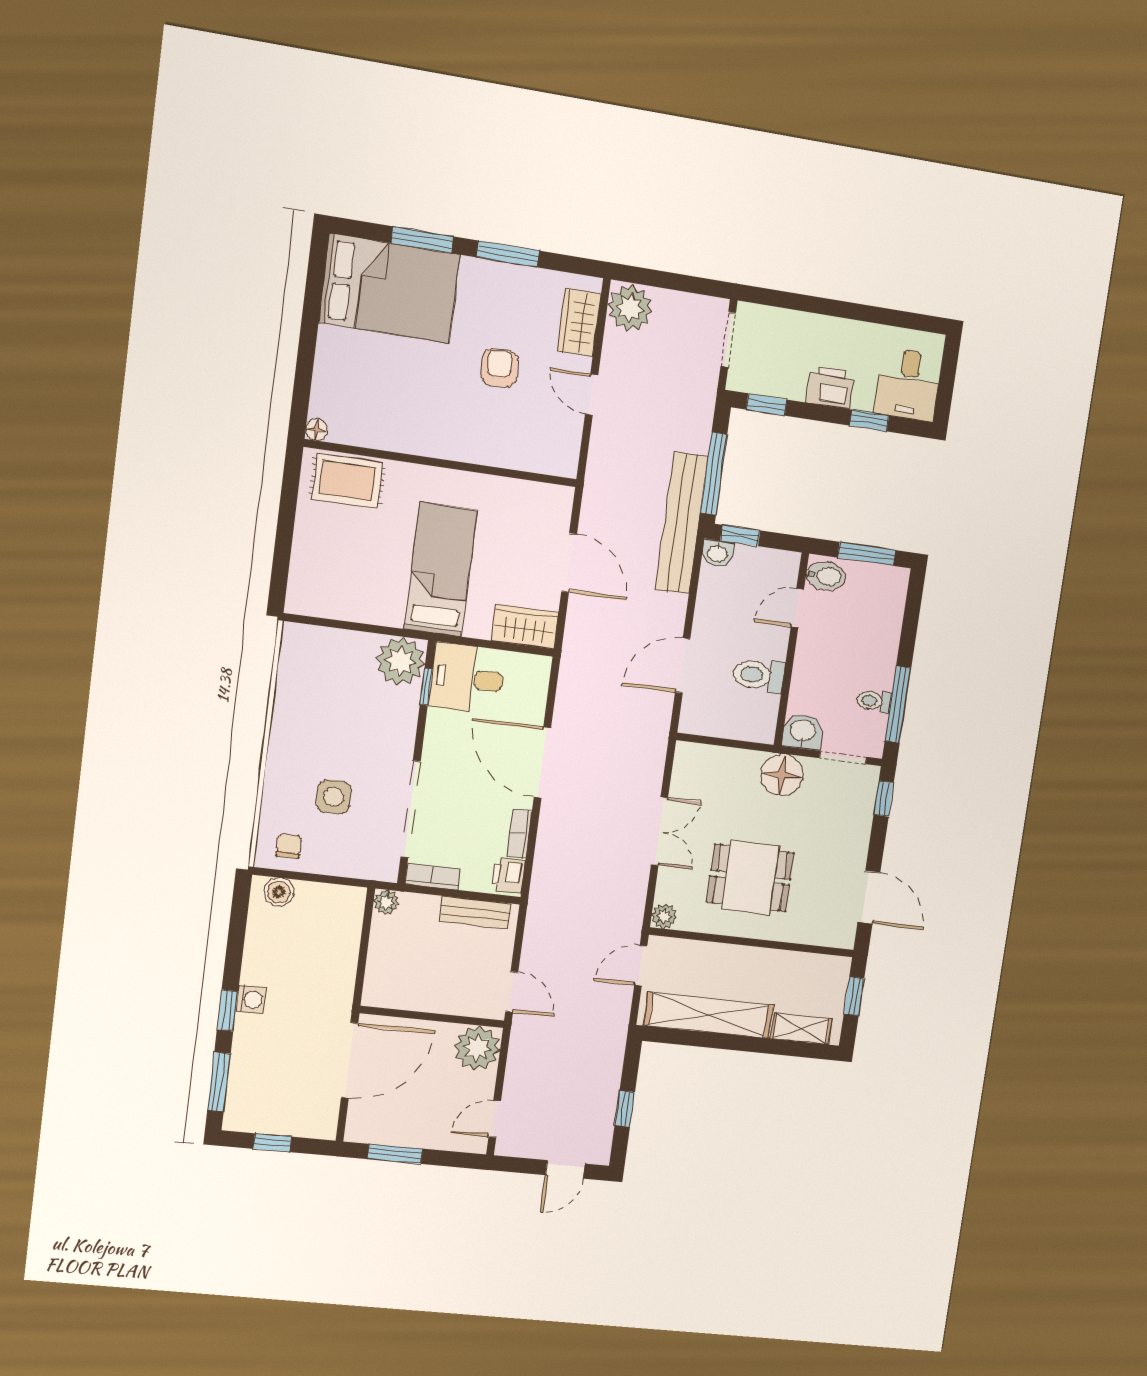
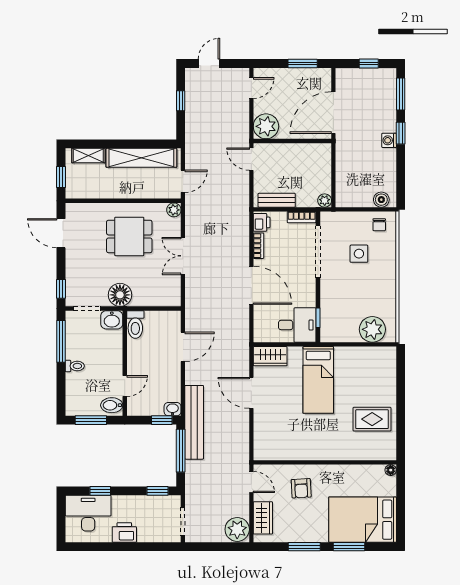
desk: (908, 384) -> (88, 513), width x1.37
printer: (830, 387) -> (124, 533), moved, turned 180
floor lamp: (317, 430) -> (391, 470), moved
wall: (441, 463) -> (325, 462), moved
plant: (401, 661) -> (372, 329), moved
toilet: (759, 675) -> (135, 325), moved, turned 90
toilet: (874, 701) -> (75, 366), moved

